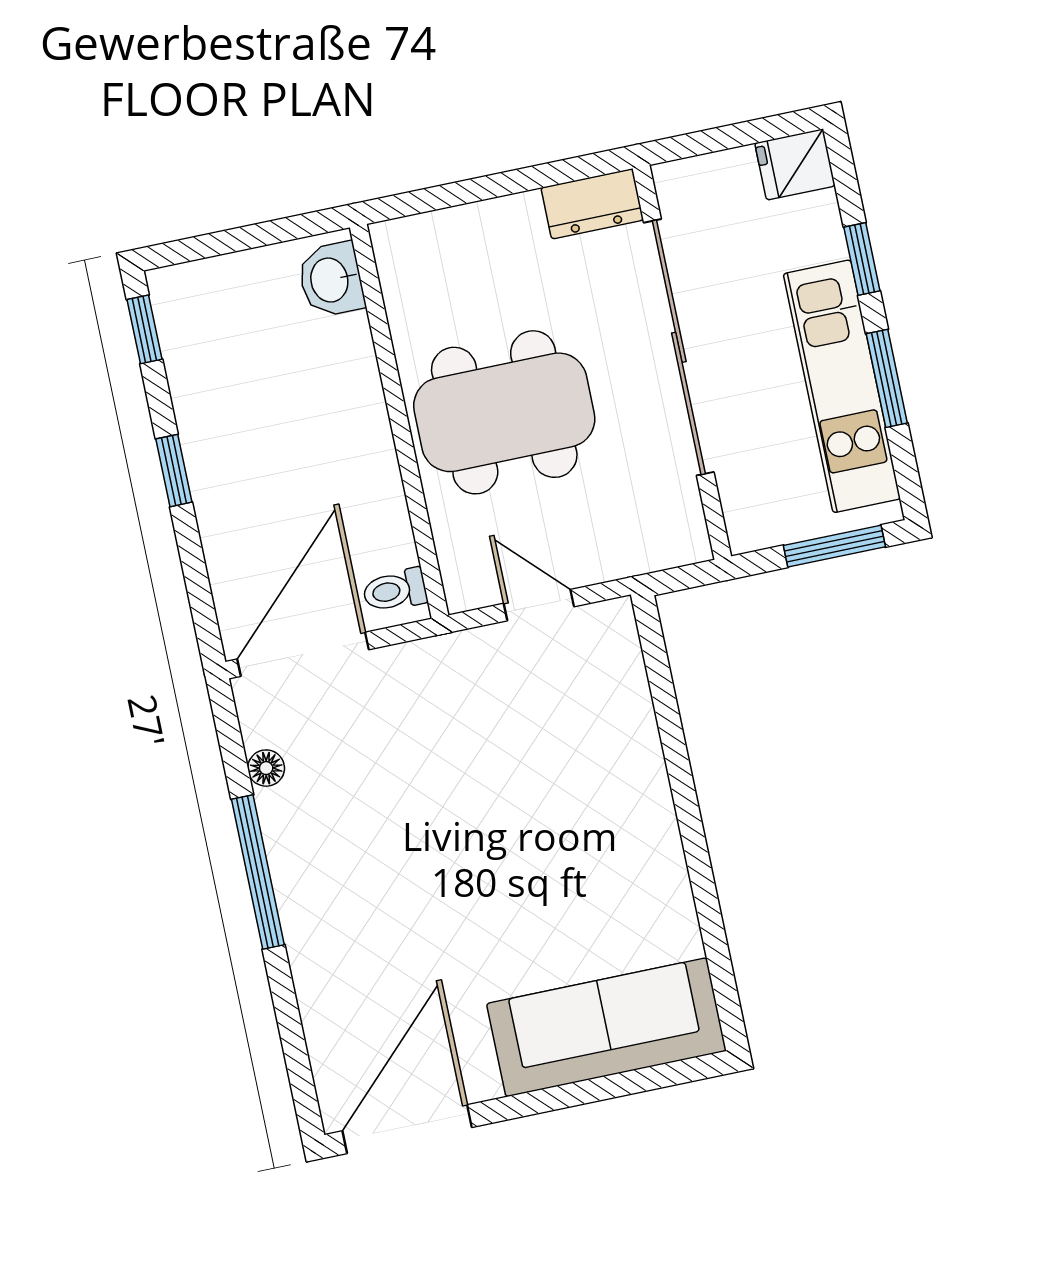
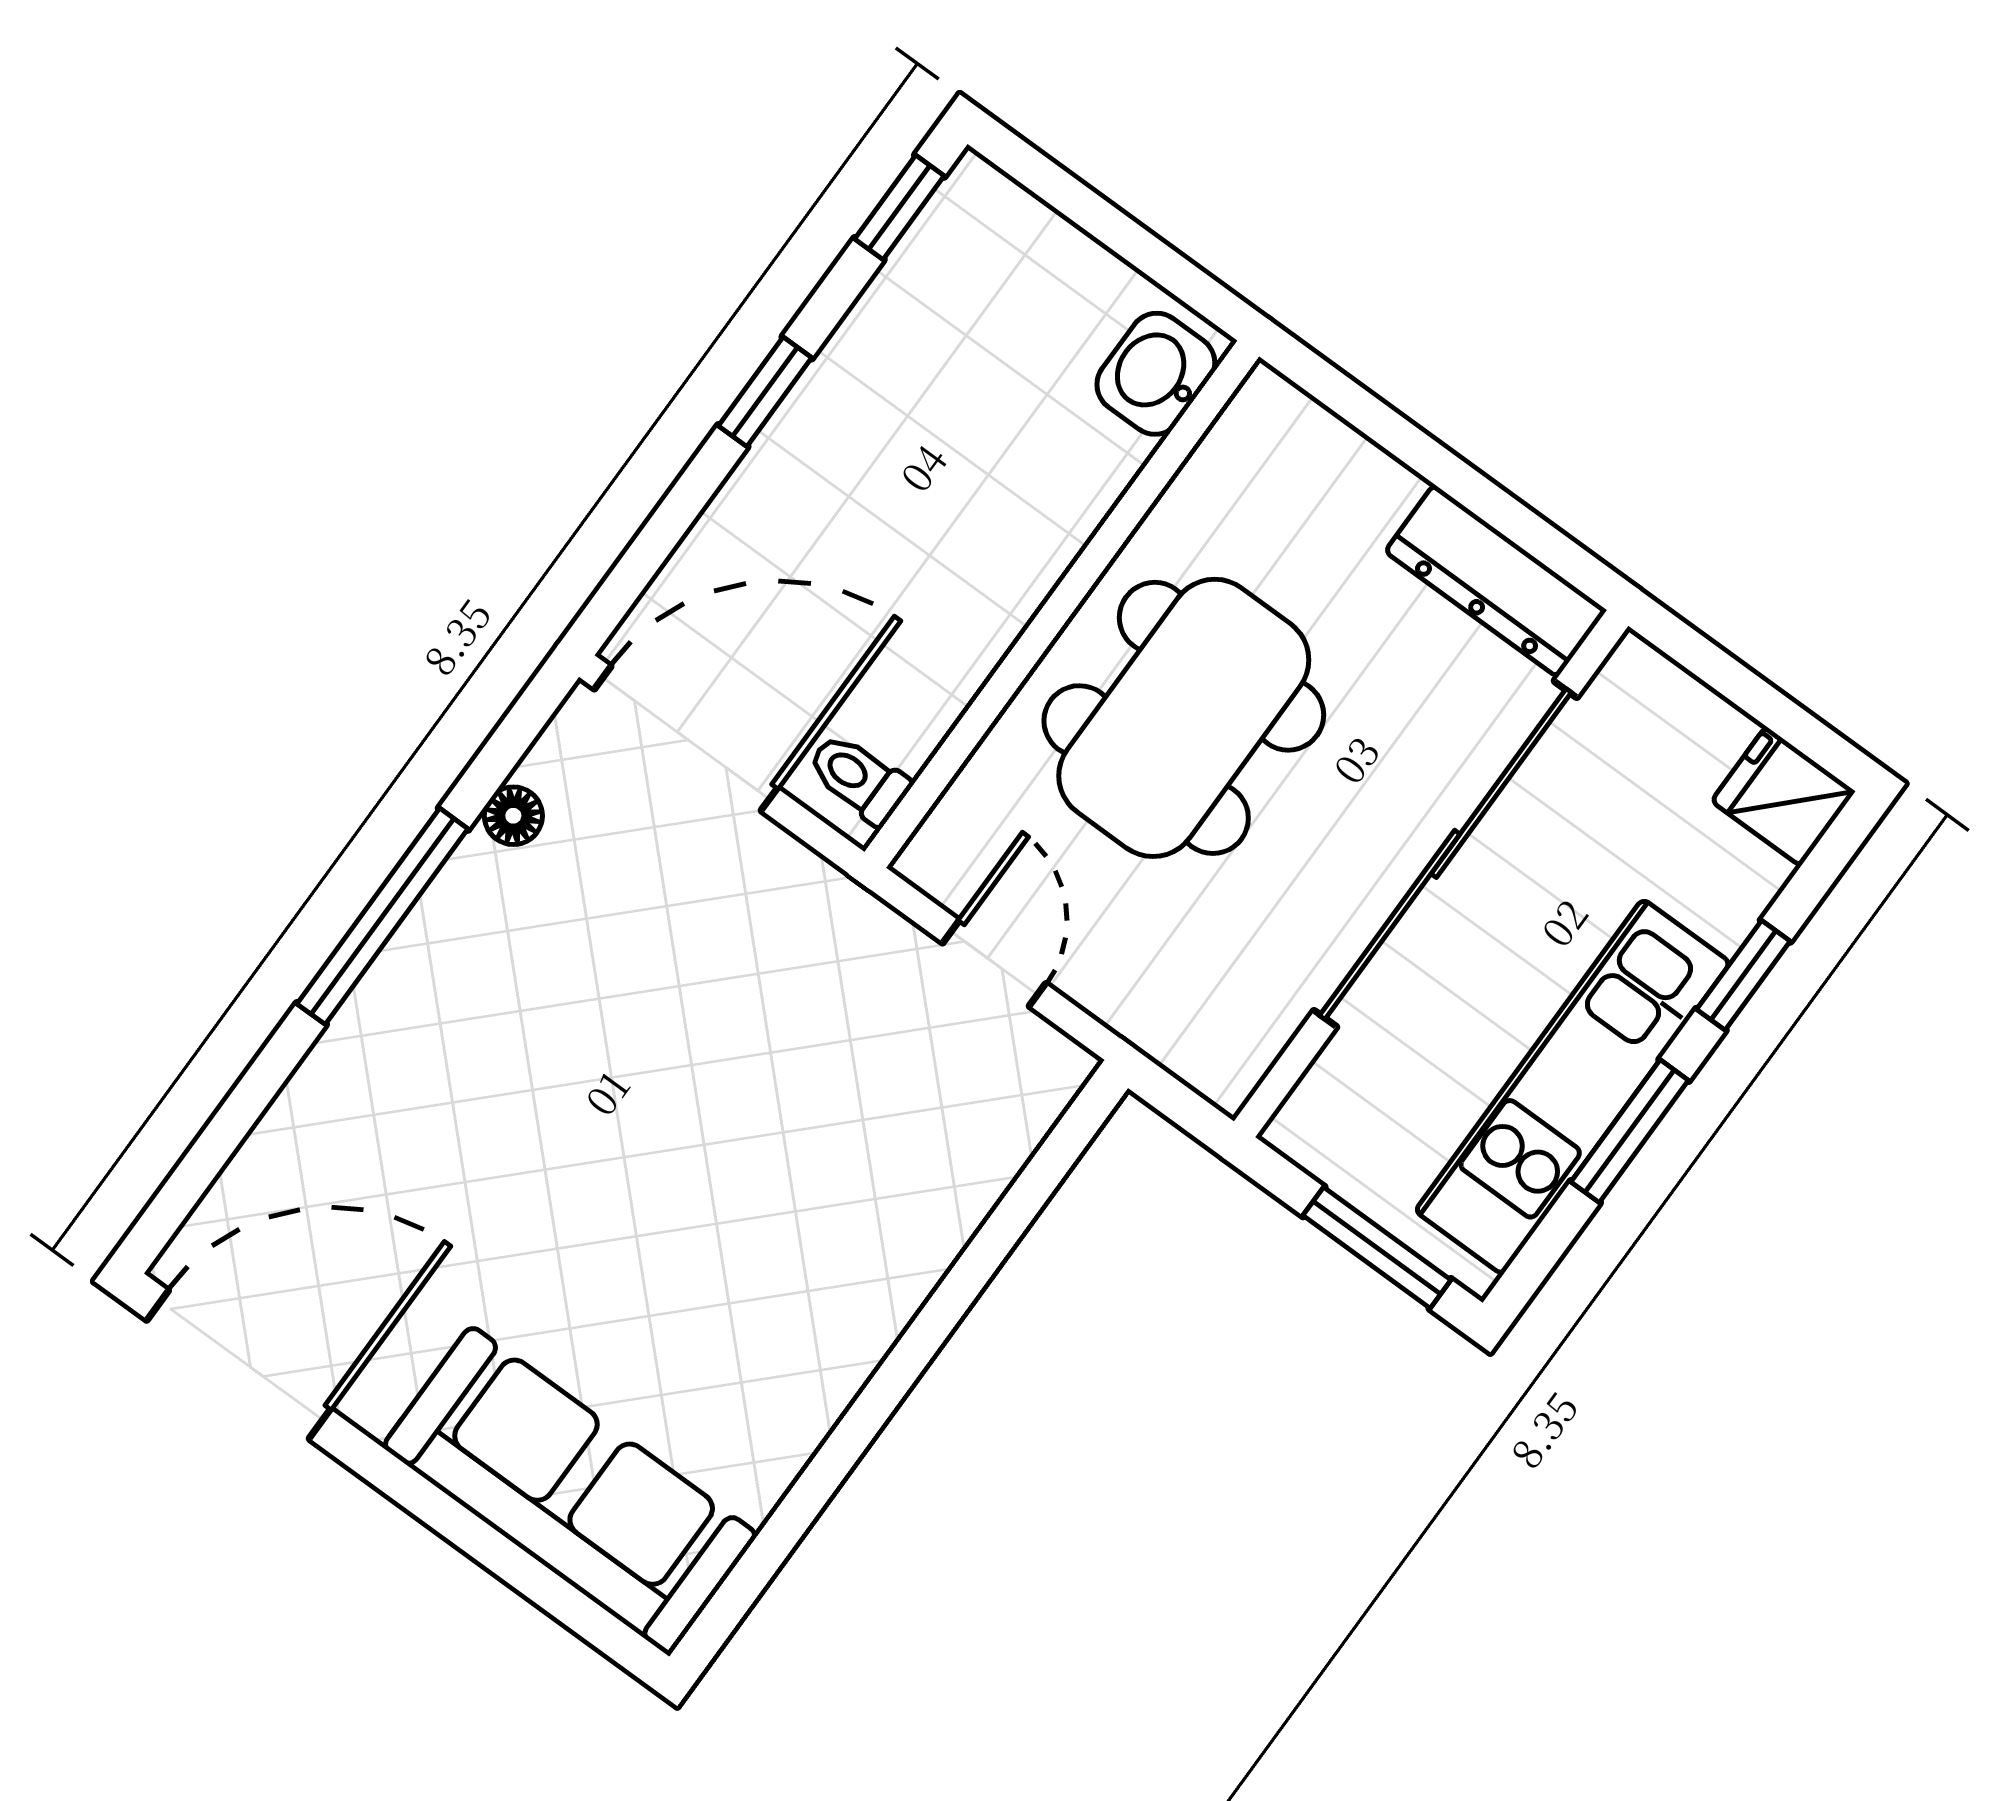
dresser: (592, 204) -> (1496, 581), width x1.44
dining table: (504, 412) -> (1184, 718), turned 90

